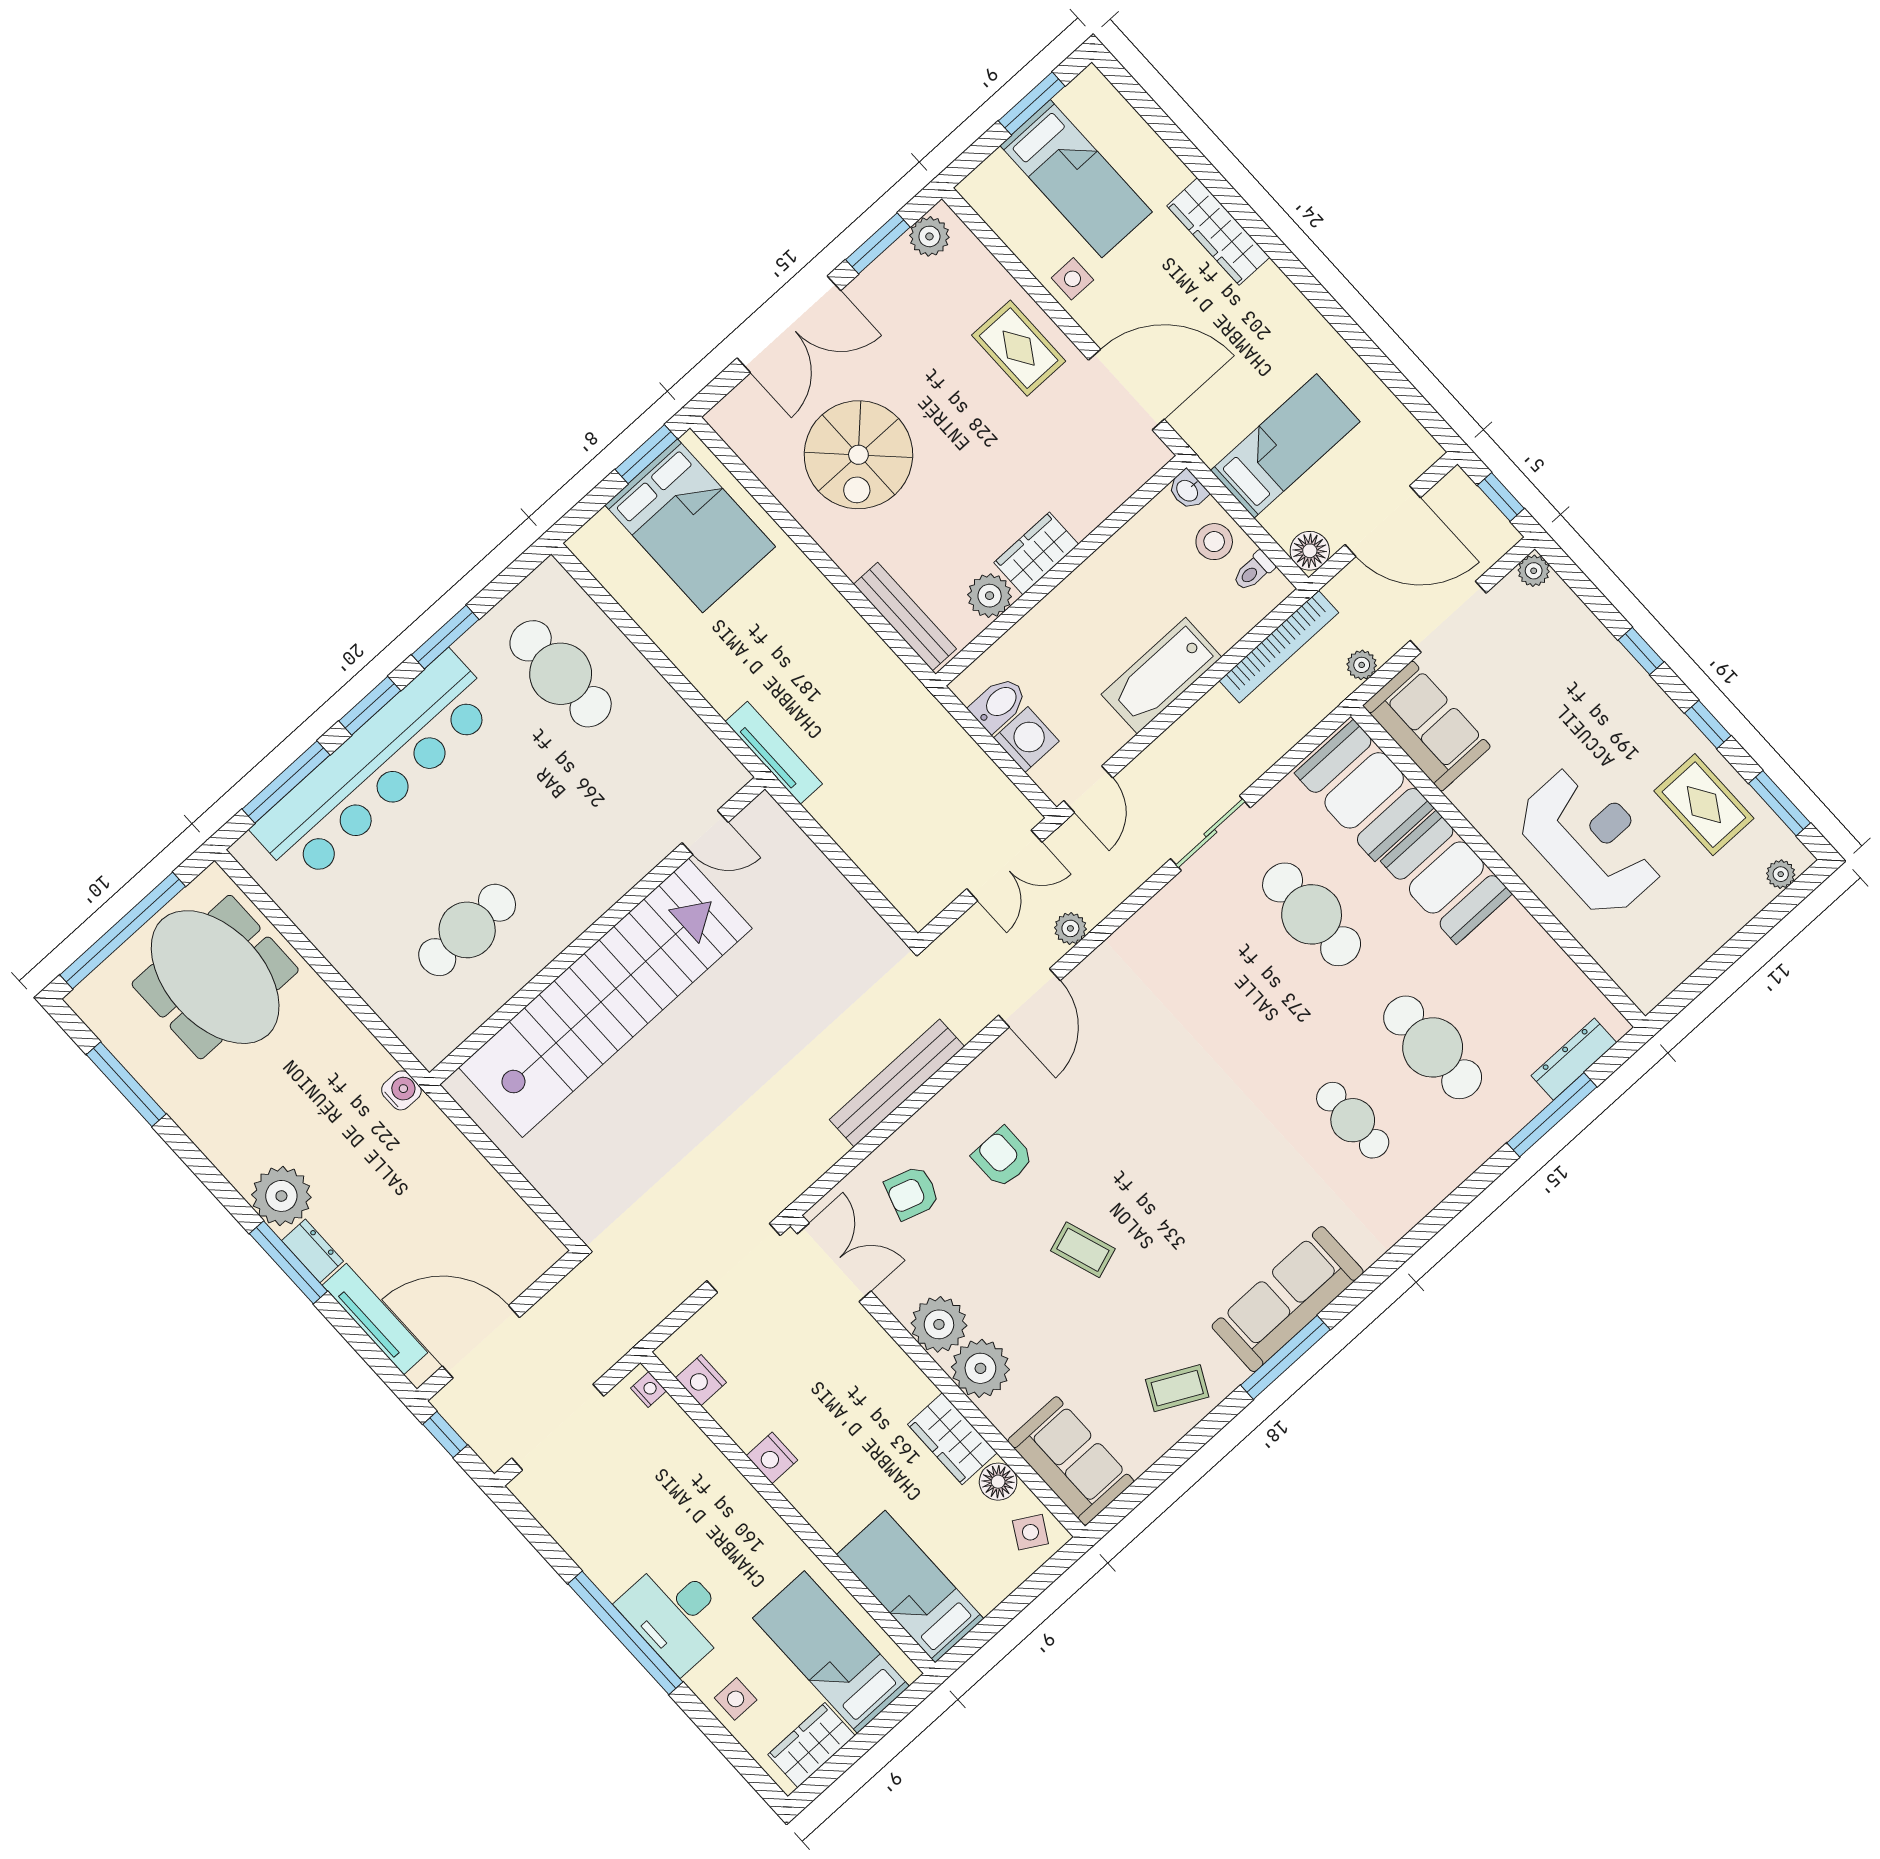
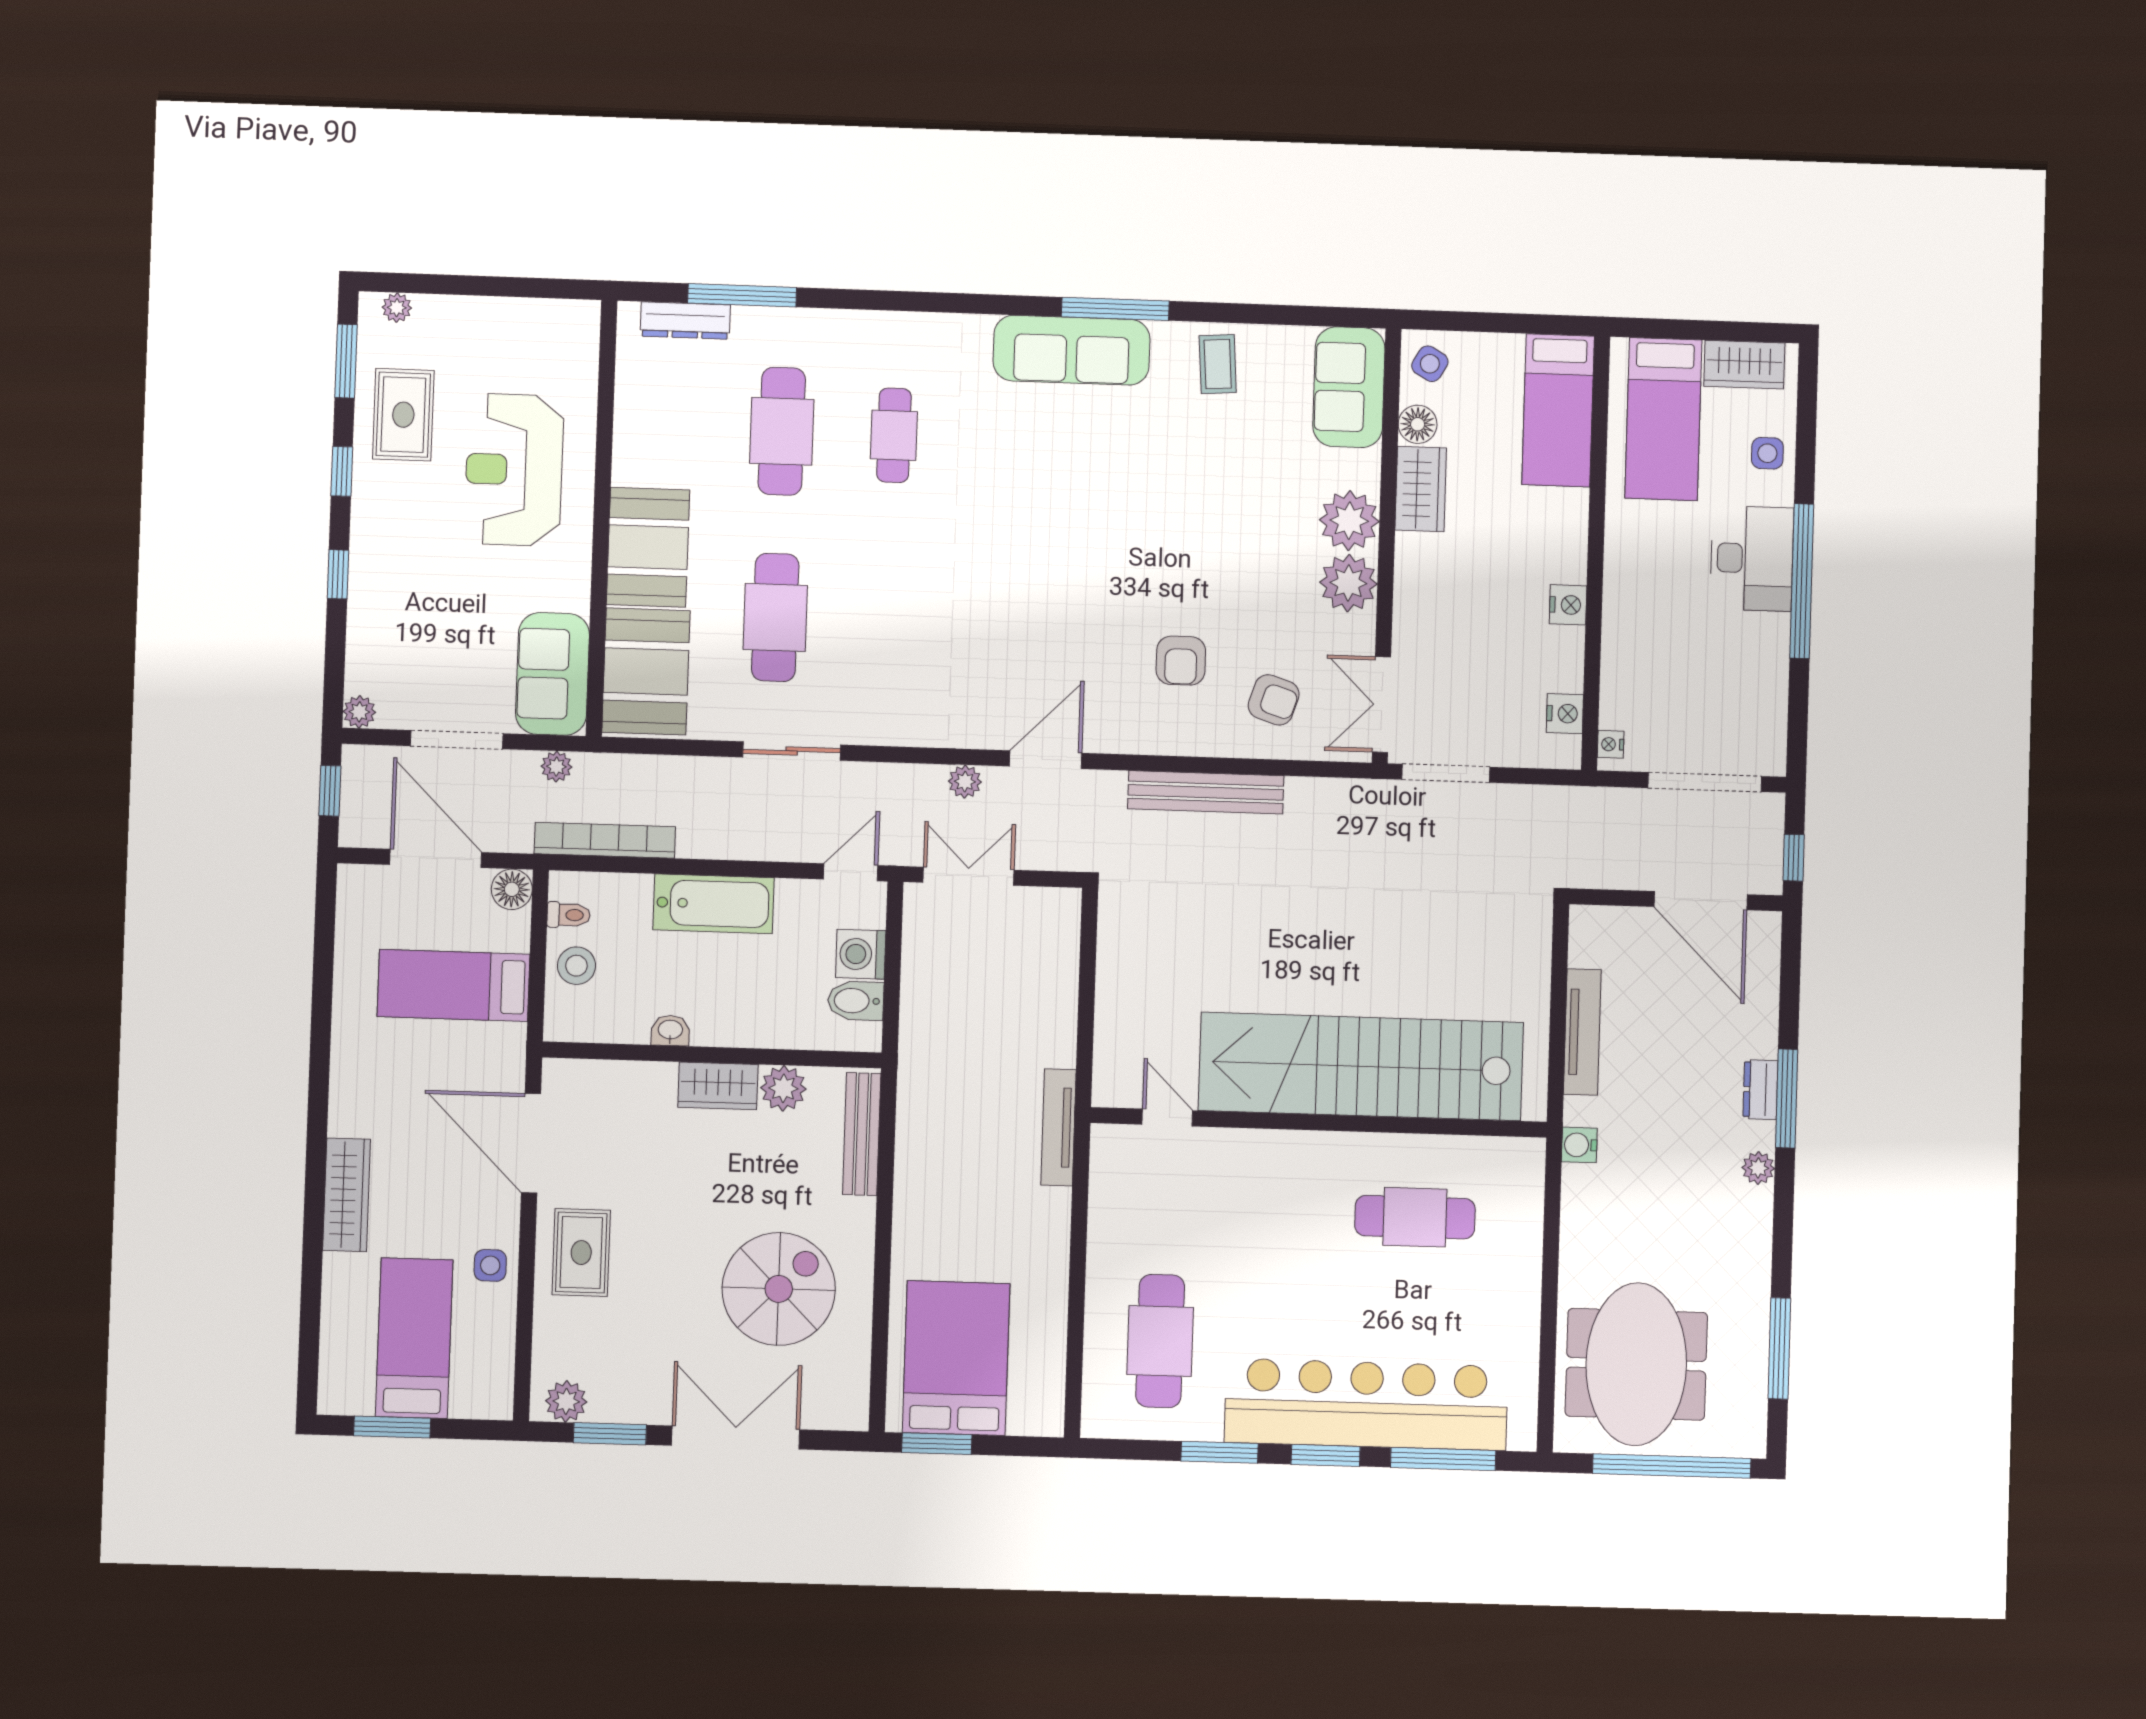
washbasin: (1188, 490) -> (670, 1030), moved, turned -90
plant: (281, 1196) -> (1758, 1168), width x0.53, depth x0.53
coffee table: (1083, 1250) -> (1188, 534), removed
tv unit: (375, 1319) -> (1582, 1032), moved, turned 180
coffee table: (1177, 1388) -> (1218, 364), turned 59

